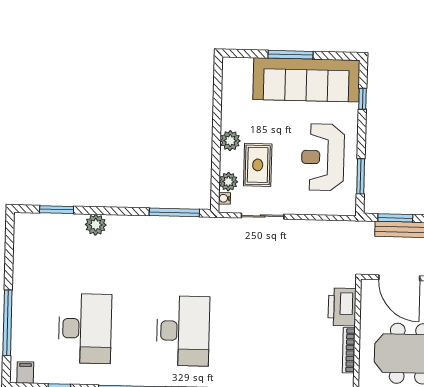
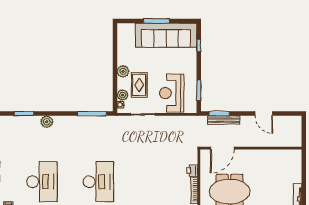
reception desk: (323, 157) -> (172, 93), moved
door: (399, 278) -> (222, 148), hinge flipped
printer: (342, 307) -> (192, 171), width x0.53, depth x0.68

